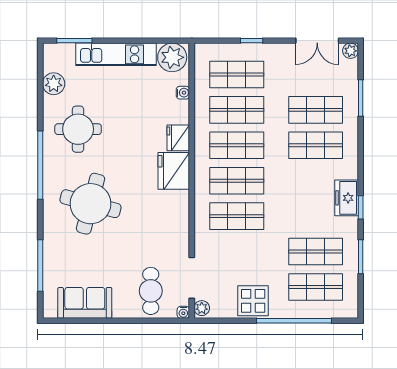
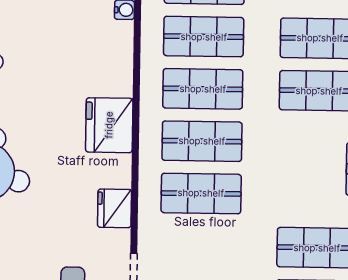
fridge: (178, 138) -> (114, 208), moved

